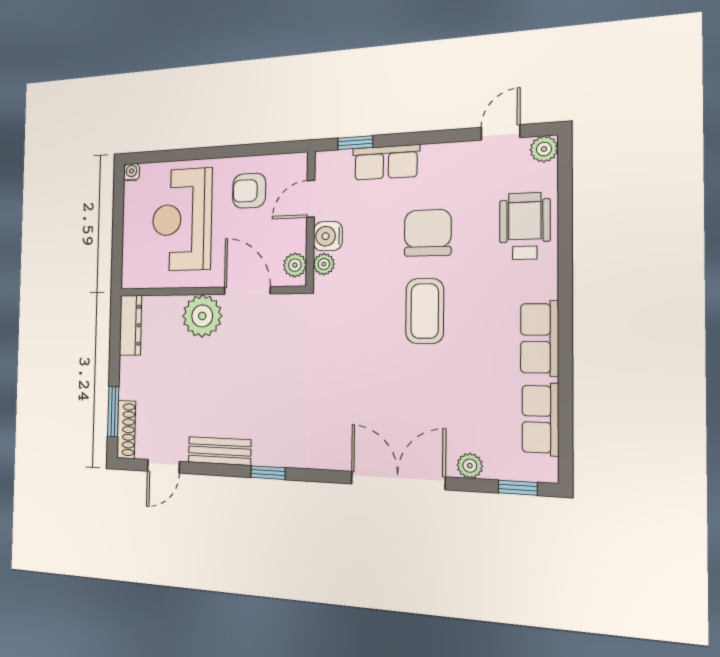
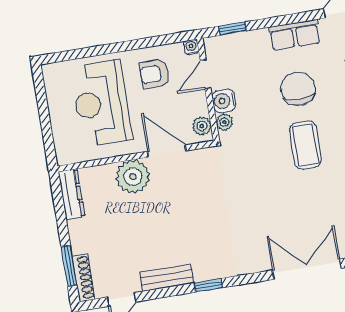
row of seats: (386, 162) -> (295, 35), moved
water cooler: (132, 172) -> (191, 47), moved

